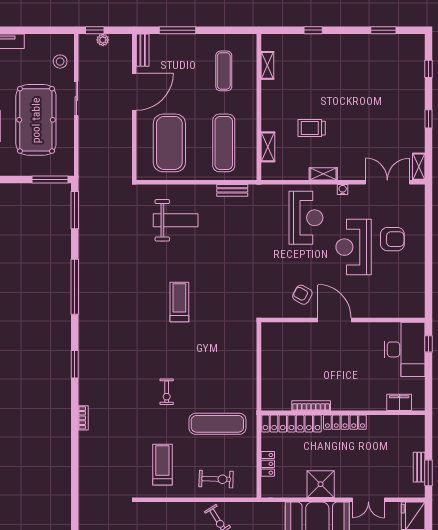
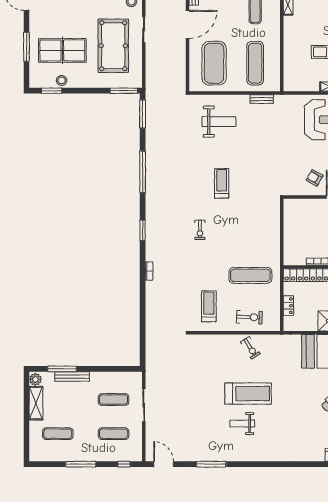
shelving: (268, 147) -> (288, 66), removed
exercise bike: (167, 392) -> (200, 230), moved

